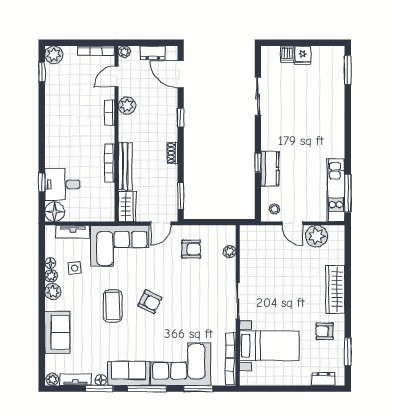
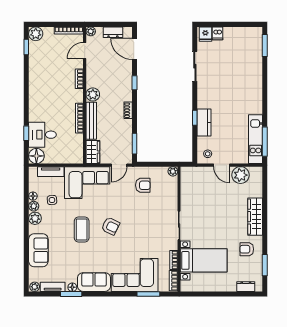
fridge: (303, 55) -> (205, 34), moved
plant: (127, 106) -> (93, 94), moved
plant: (230, 252) -> (173, 171), moved
window: (147, 389) -> (108, 294), removed

